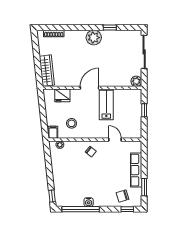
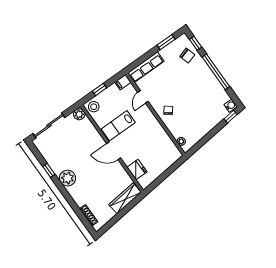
stool: (72, 123) -> (94, 107), moved
filing cabinet: (53, 132) -> (123, 82), moved
row of seats: (136, 170) -> (146, 67), moved
water cooler: (89, 202) -> (231, 106), moved
window: (81, 209) -> (216, 72), moved

